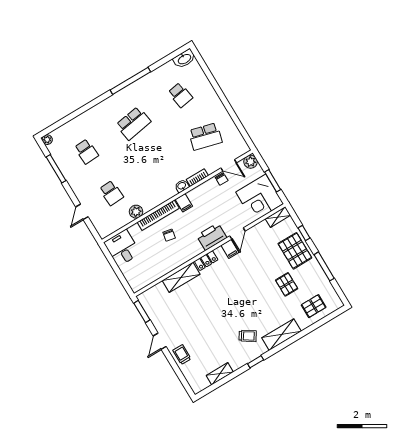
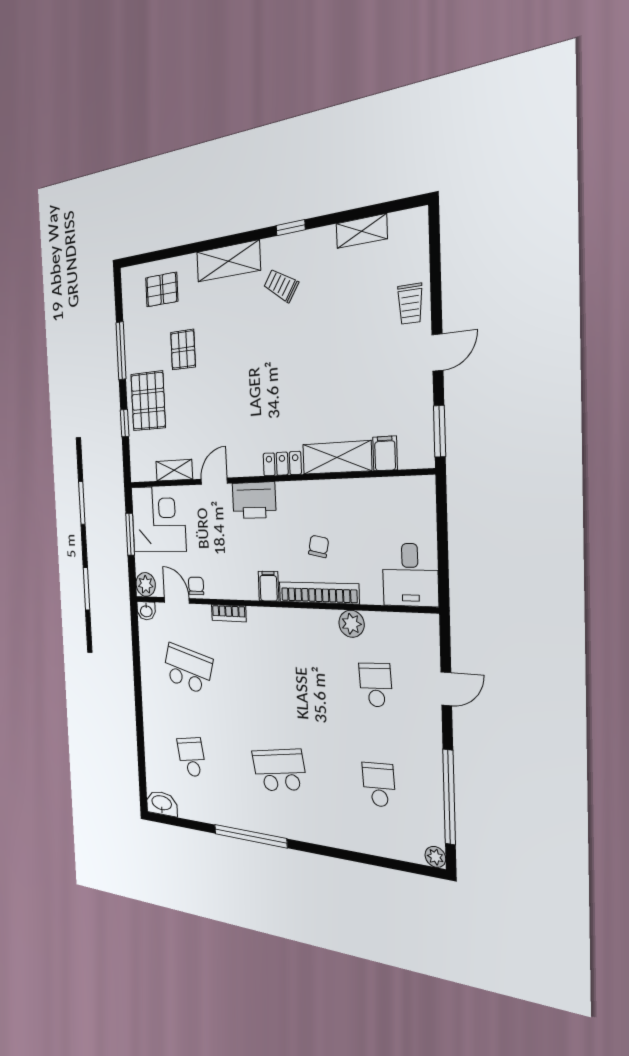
window: (56, 169) -> (449, 797), width x1.46
washbasin: (182, 186) -> (146, 611), moved
shelving: (278, 217) -> (174, 470), moved
filing cabinet: (230, 249) -> (385, 453), moved

